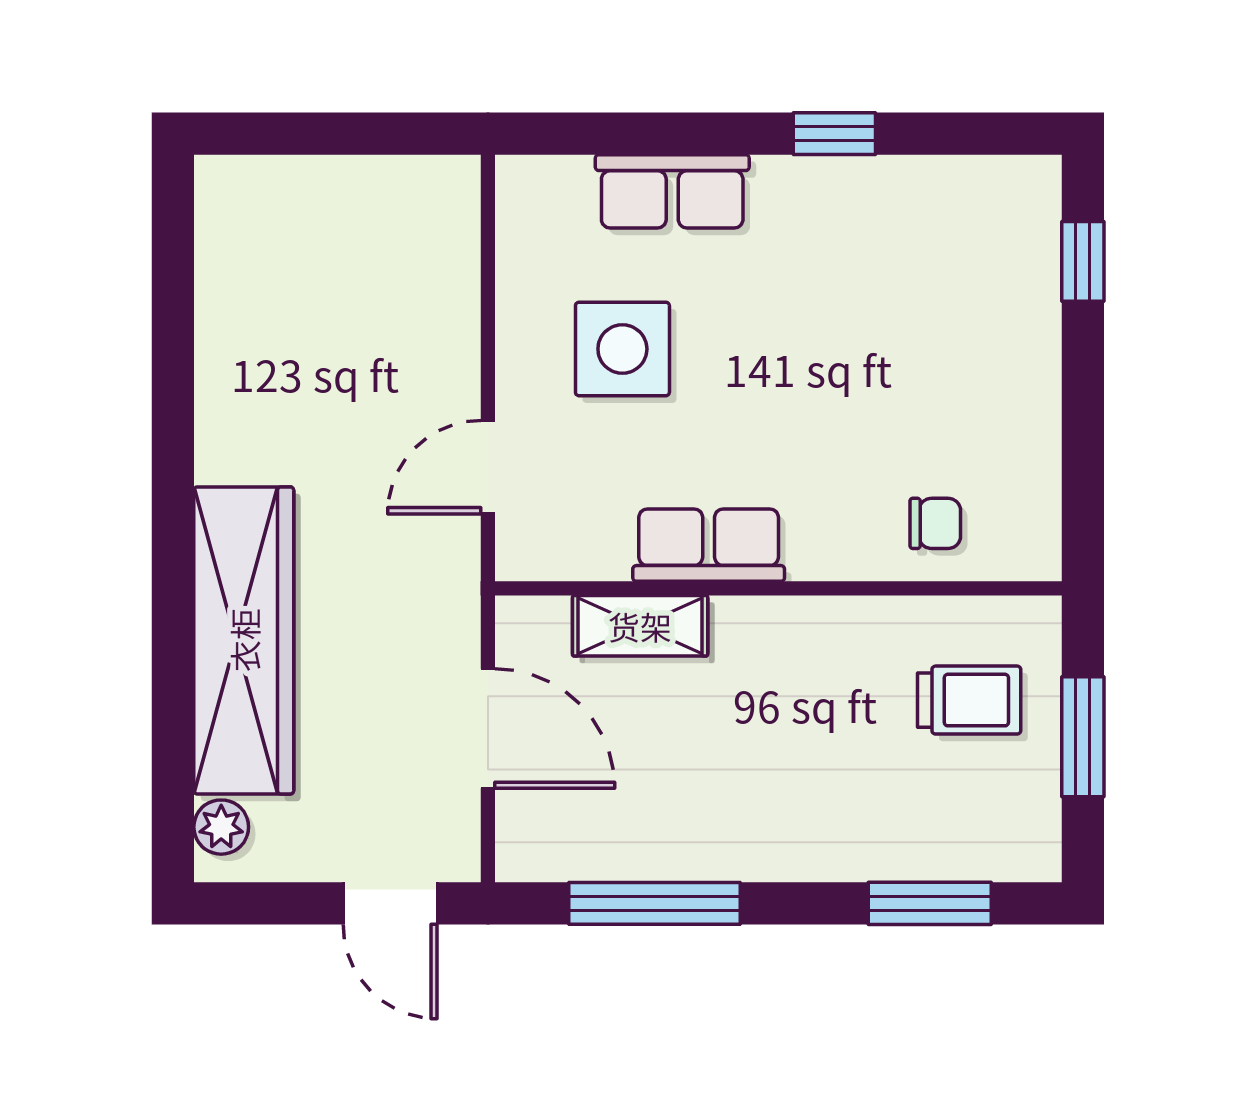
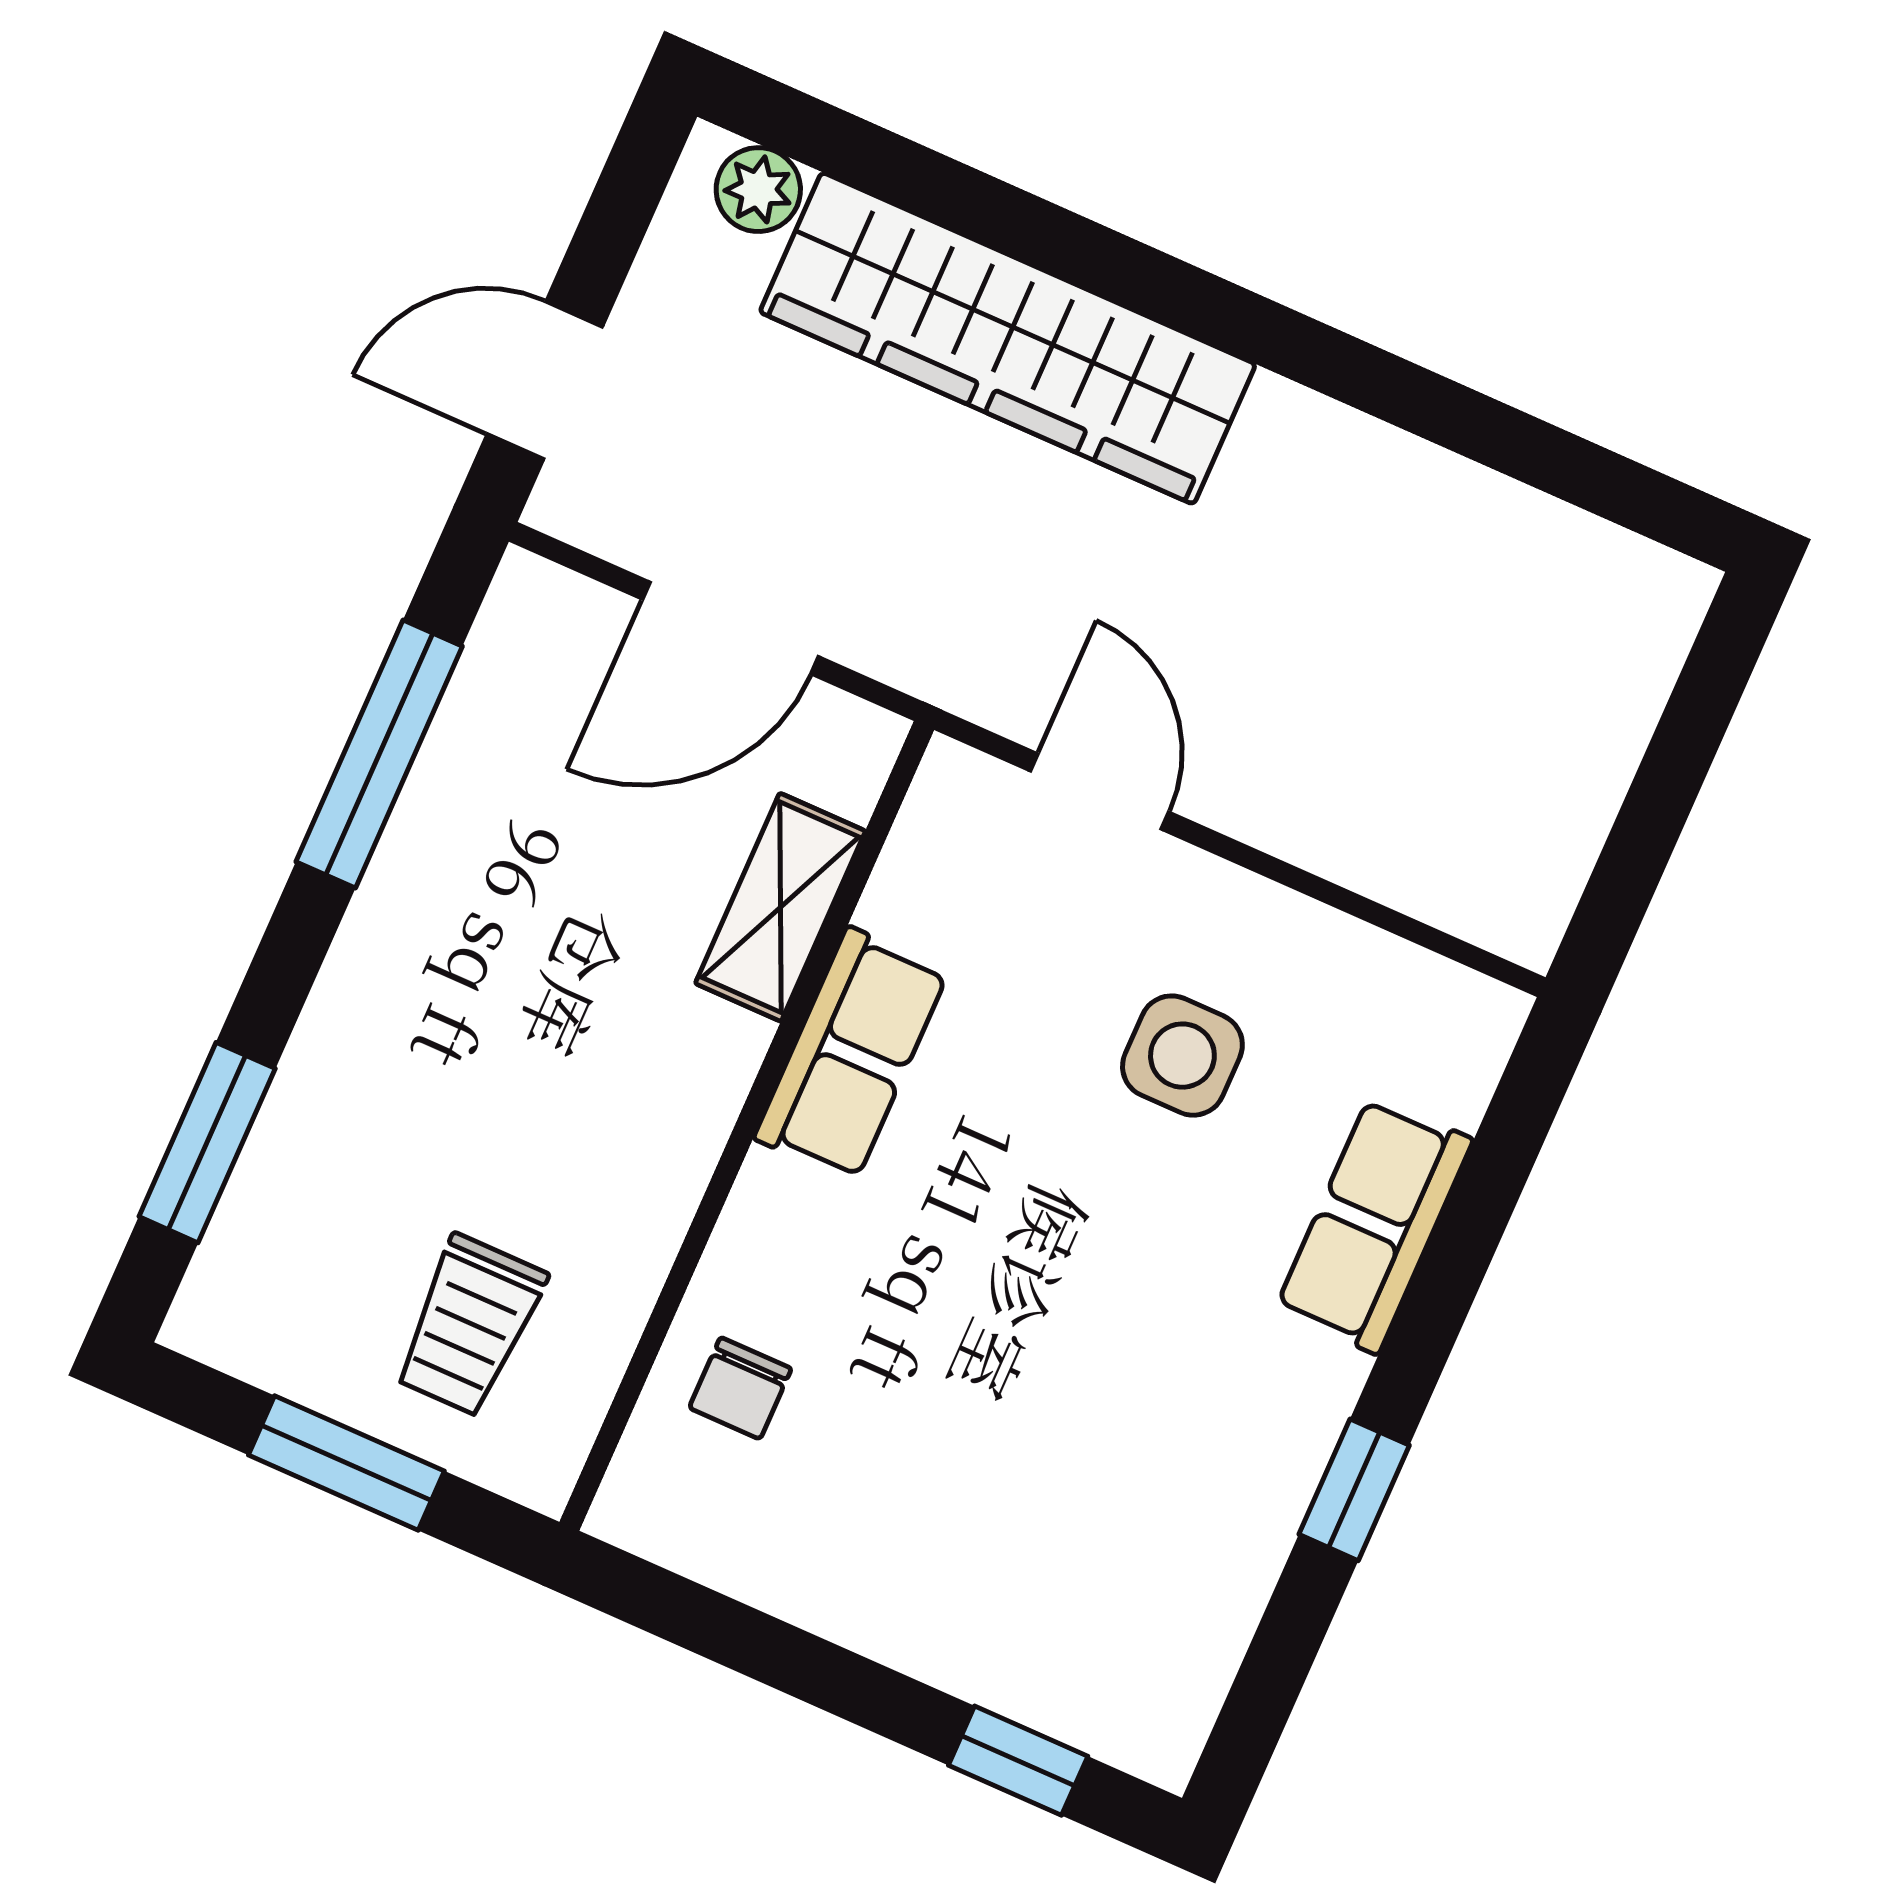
side table: (622, 349) -> (1182, 1056), width x0.73, depth x0.73

